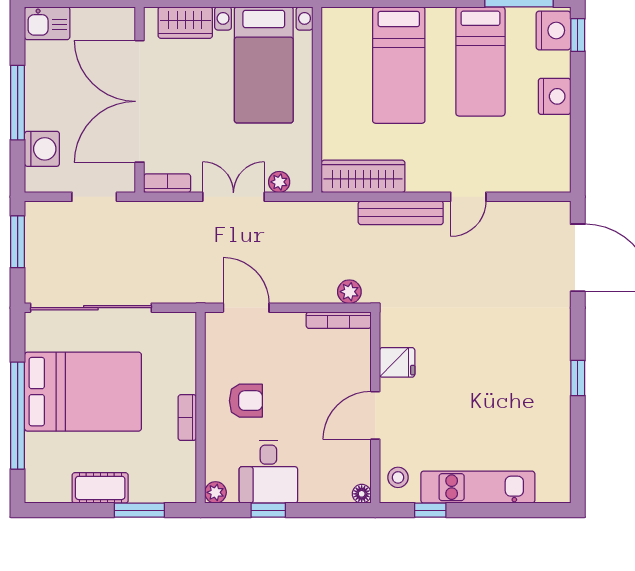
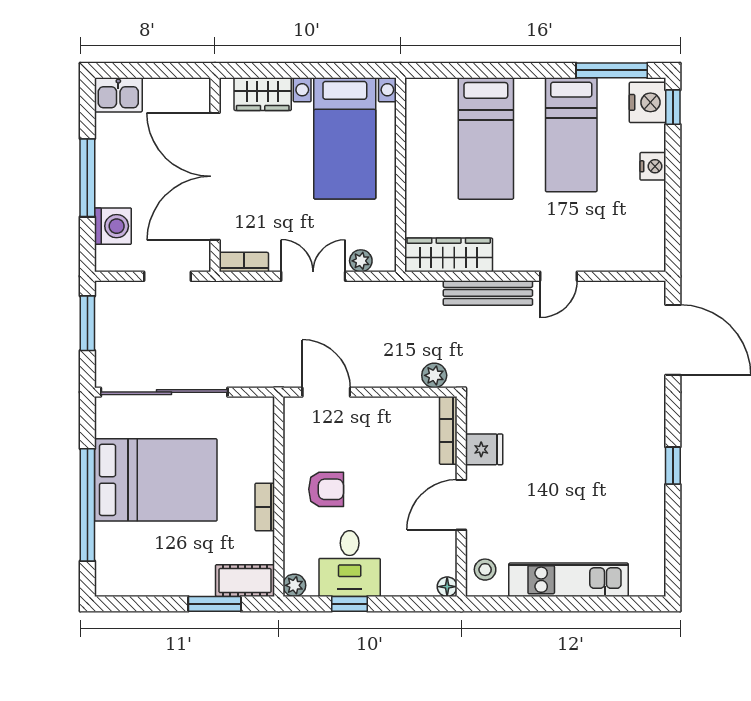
nightstand: (555, 96) -> (653, 166), width x0.74, depth x0.75
bookcase: (339, 320) -> (448, 430), moved, turned 90
cot: (100, 488) -> (245, 581), moved
window: (430, 510) -> (519, 604), removed

